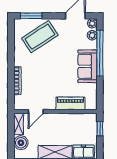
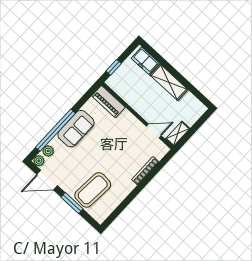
window: (31, 16) -> (72, 203), moved
coffee table: (40, 37) -> (93, 190), turned -53
piano: (70, 103) -> (108, 102), moved
boiler: (21, 143) -> (190, 116), removed

